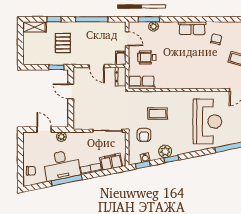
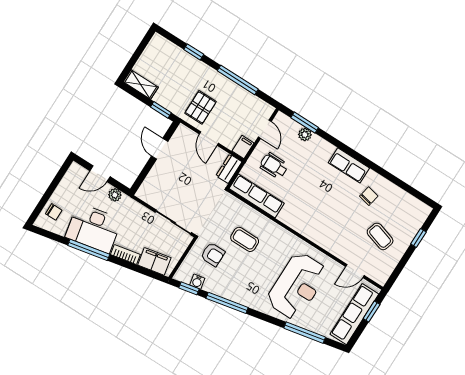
shelving: (34, 27) -> (141, 85), moved
pallet: (63, 43) -> (200, 107), moved
row of seats: (142, 82) -> (257, 196), width x1.48
door: (44, 130) -> (100, 174), swing flipped
armchair: (144, 135) -> (213, 254), turned -90
plant: (165, 151) -> (225, 289), removed
window: (171, 159) -> (227, 303), width x2.17

